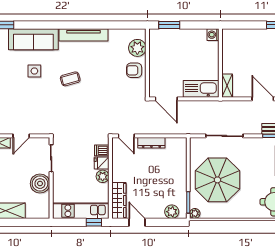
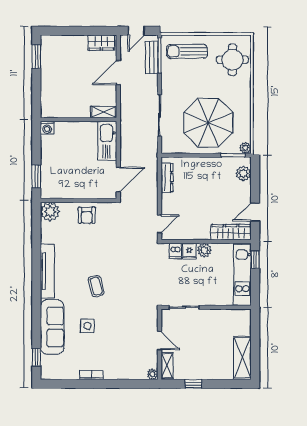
plant: (137, 48) -> (50, 212), moved
dresser: (151, 143) -> (167, 178), moved
boiler: (40, 184) -> (212, 320), removed

